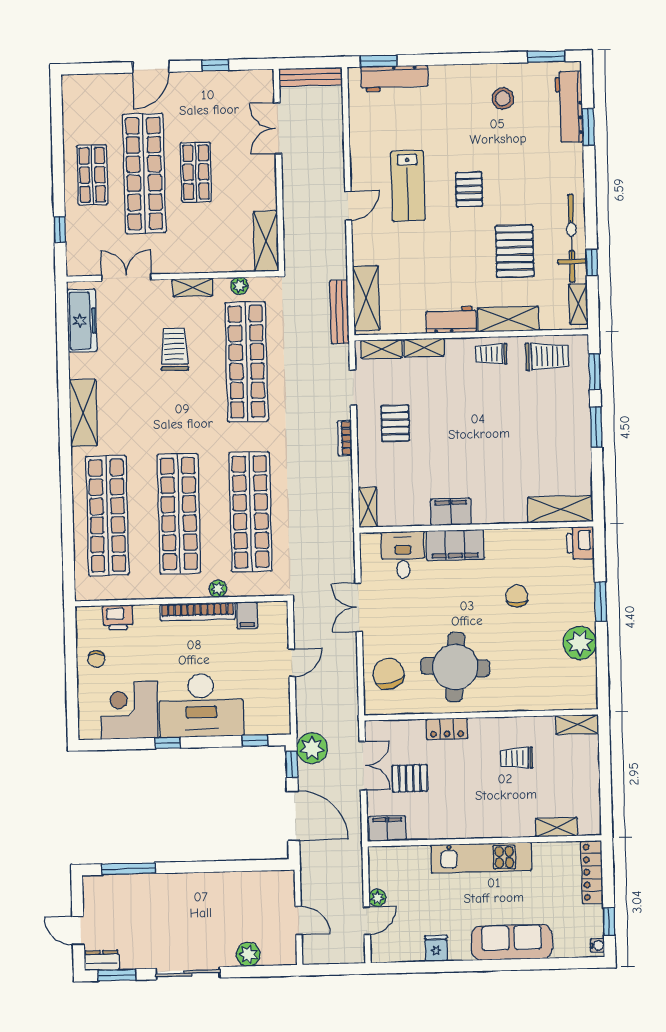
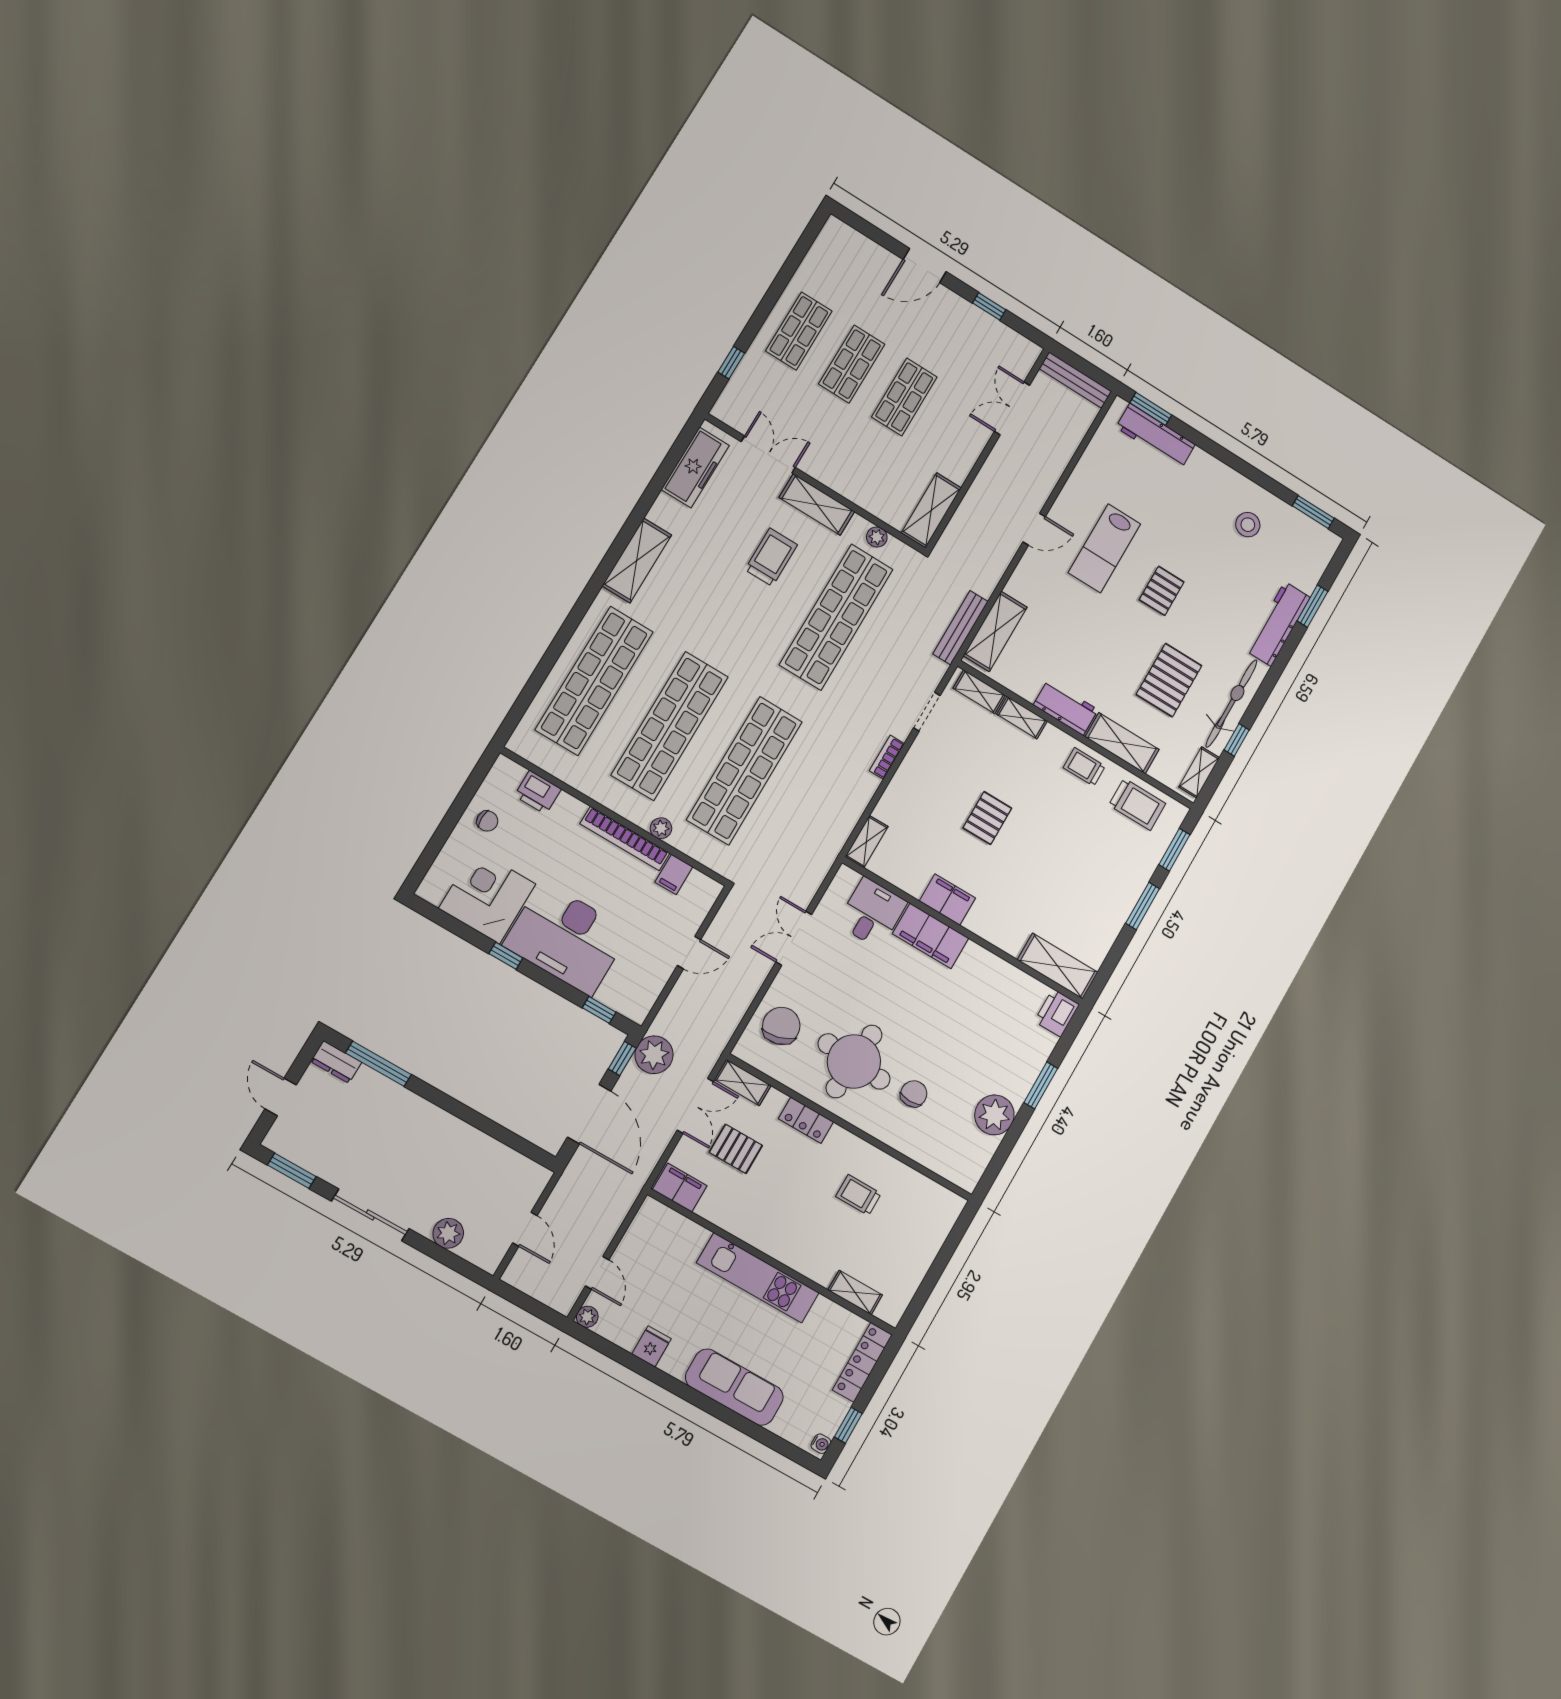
workbench: (569, 107) -> (1278, 624), moved
shop shelf: (144, 174) -> (852, 364), width x0.50, depth x0.74
shelving: (193, 287) -> (817, 505), width x1.50, depth x1.33
pallet: (395, 423) -> (987, 818), moved
chair: (517, 596) -> (914, 1094), moved
chair: (96, 659) -> (487, 821), turned -90
shelving: (577, 725) -> (743, 1083), moved
plant: (377, 898) -> (587, 1317), moved
door: (367, 921) -> (597, 1273), hinge flipped
dresser: (102, 960) -> (336, 1062), moved, turned 180

